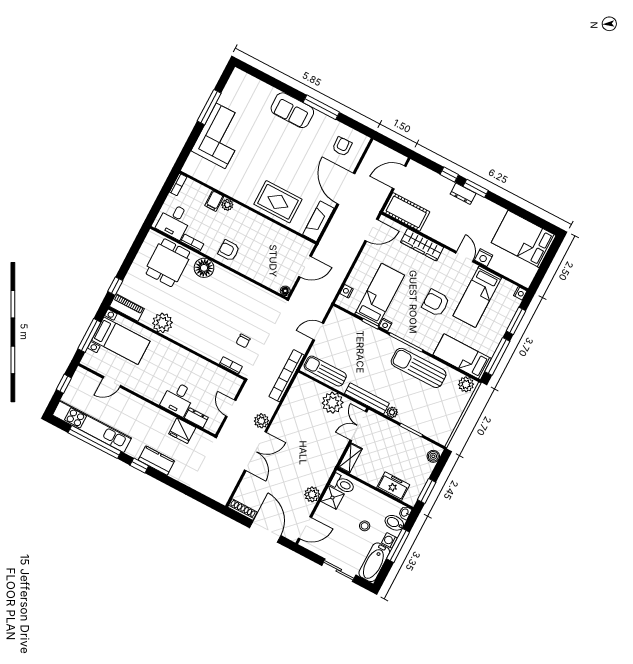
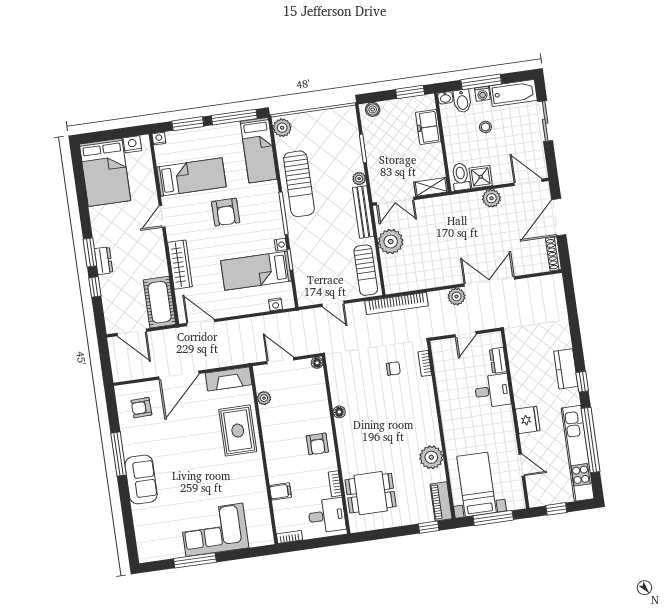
plant: (227, 205) -> (264, 398), moved
nightstand: (484, 258) -> (132, 144), moved, turned -90
floor lamp: (204, 268) -> (339, 412), moved, width x0.53, depth x0.53
fridge: (182, 431) -> (528, 420), moved

